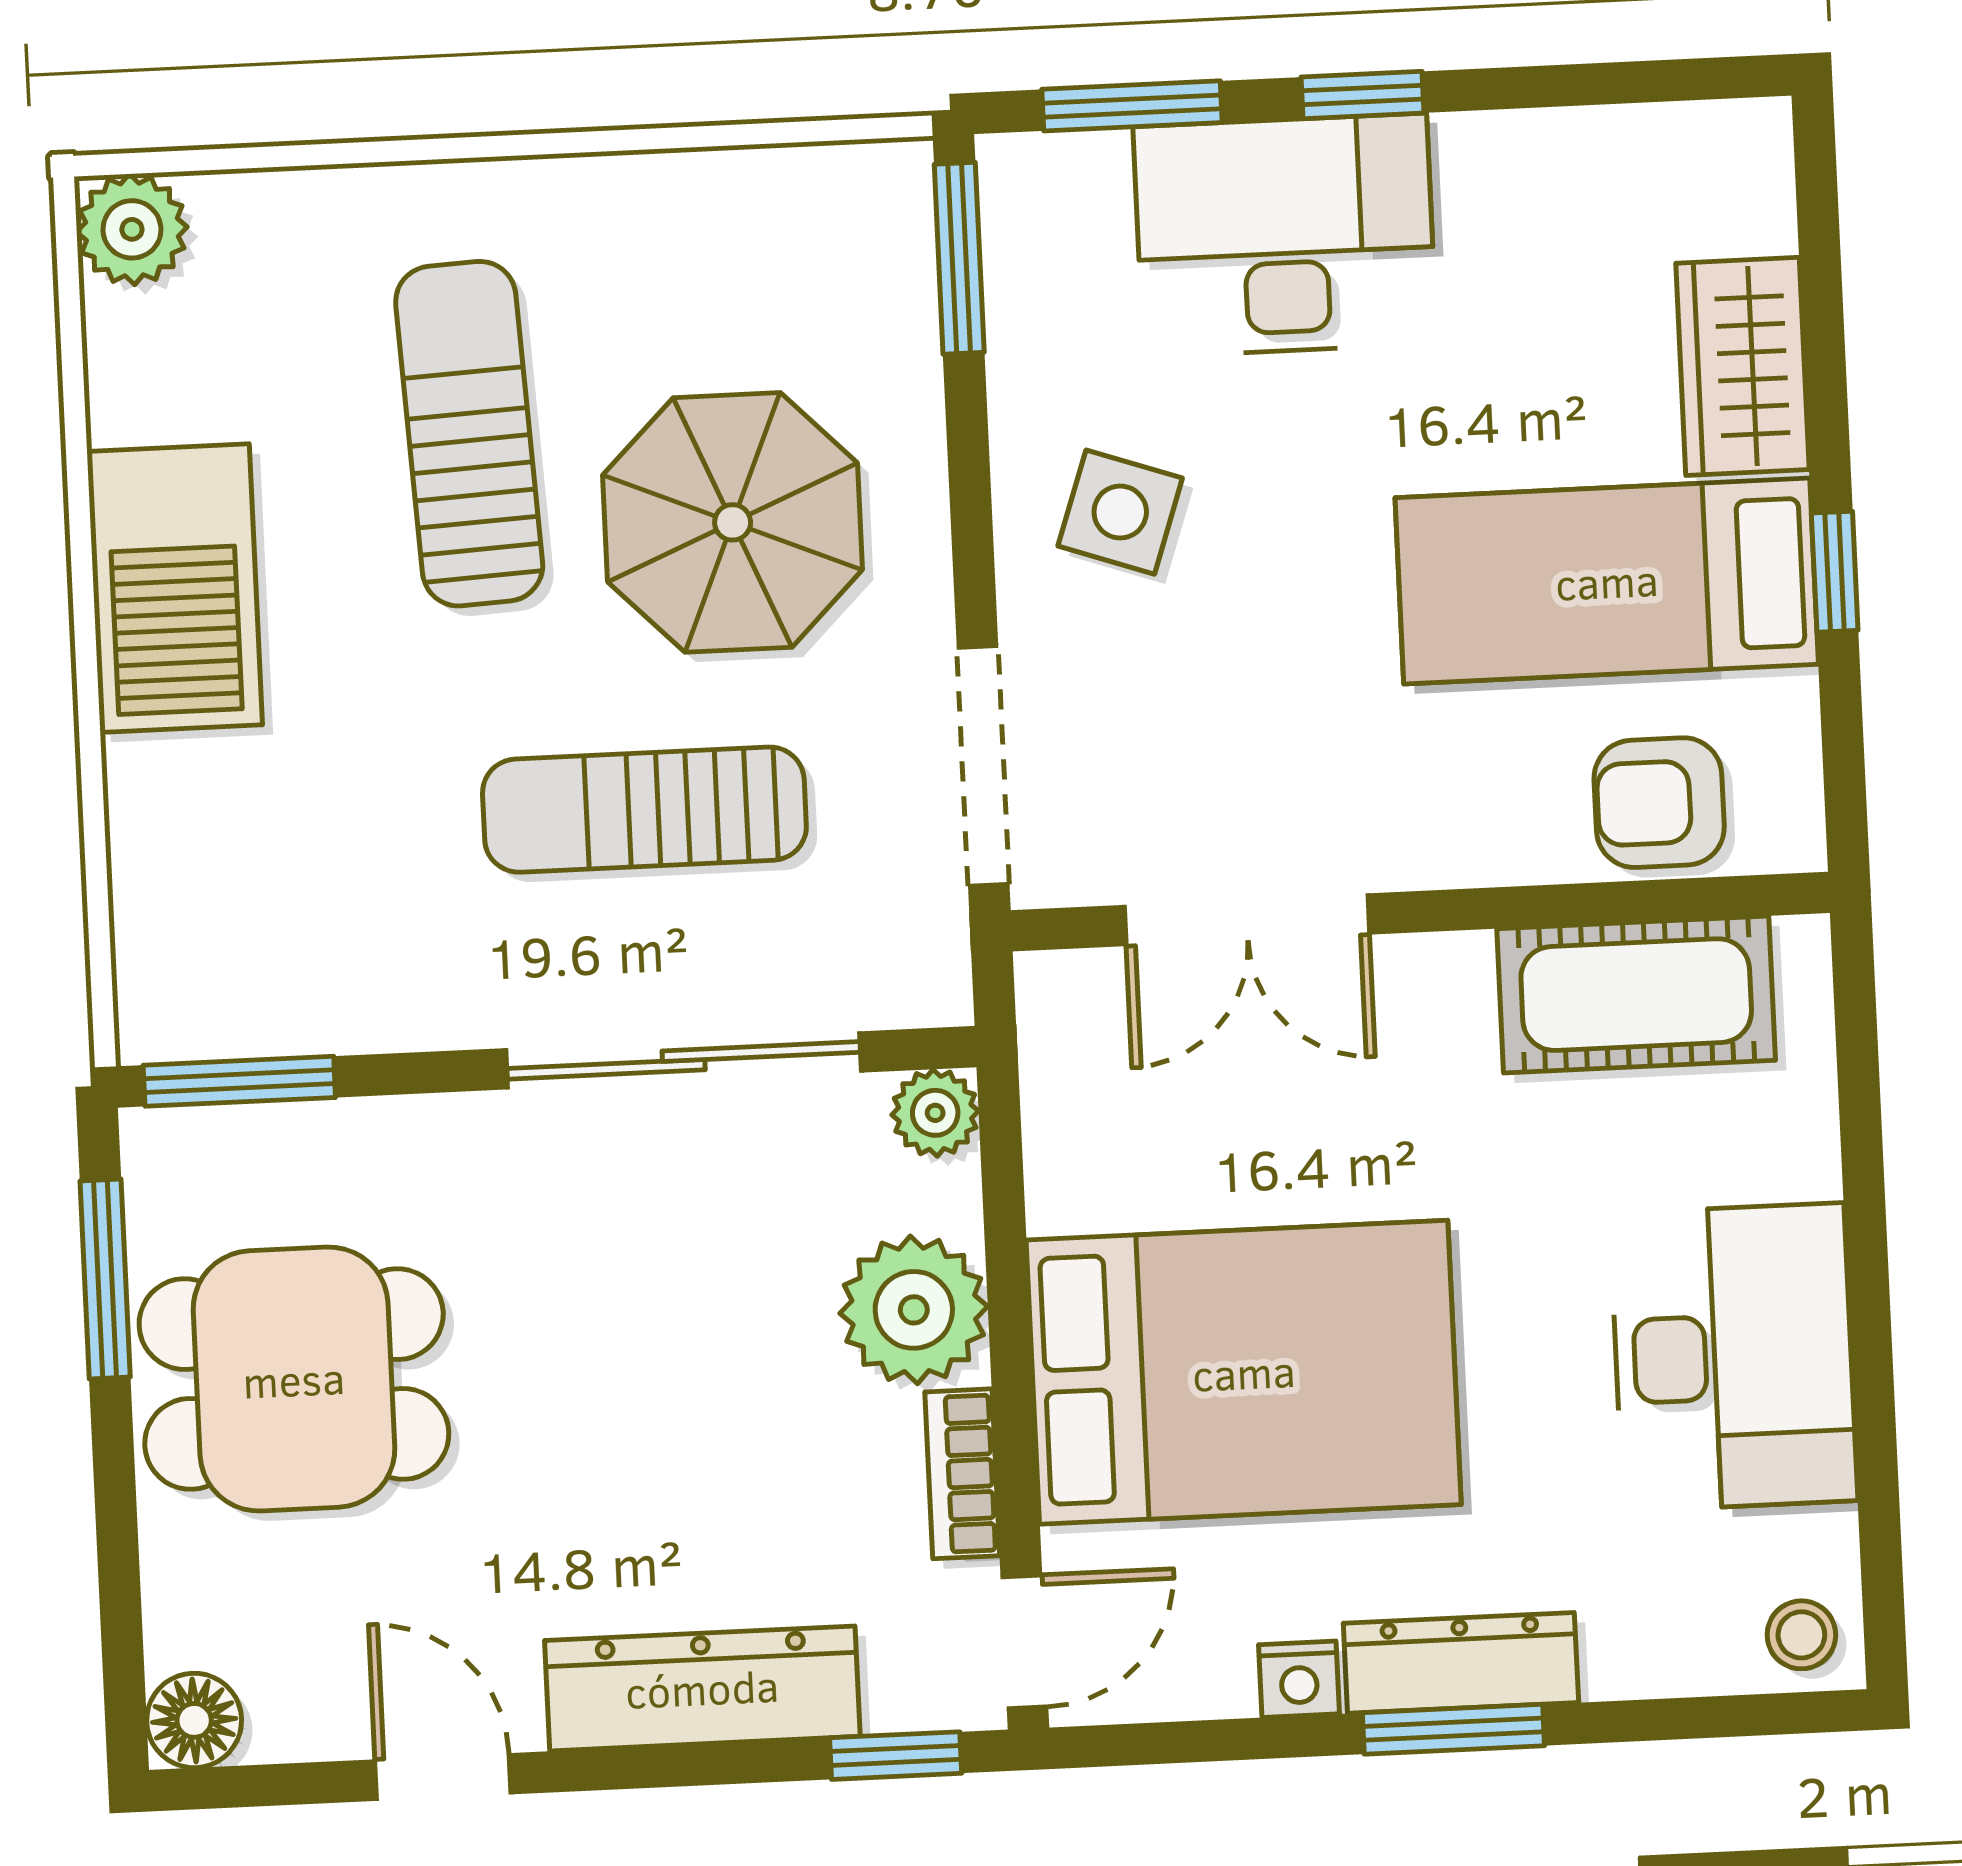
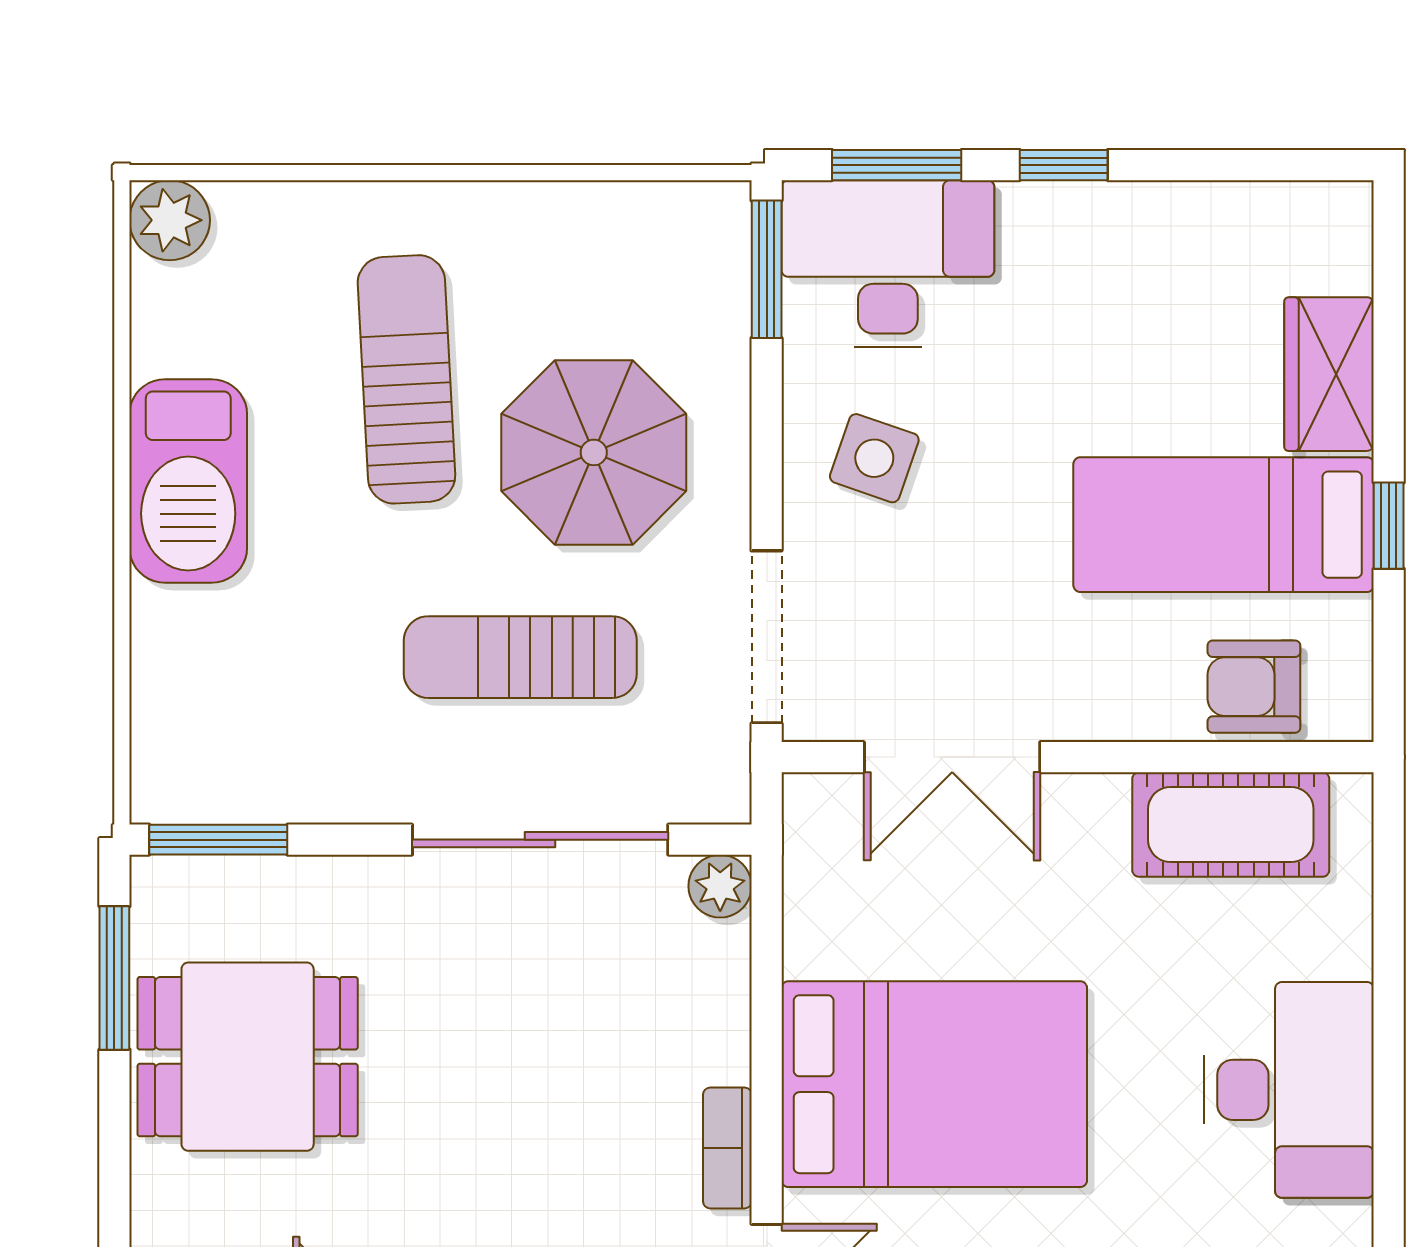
desk: (1285, 235) -> (888, 264), moved
plant: (914, 1310) -> (698, 1028), removed

